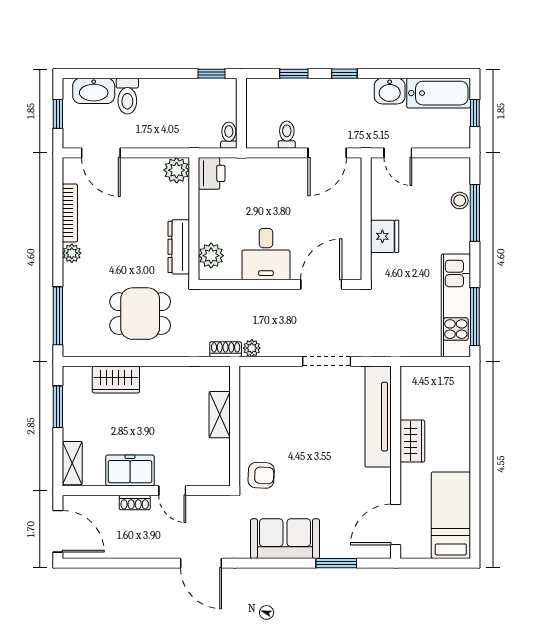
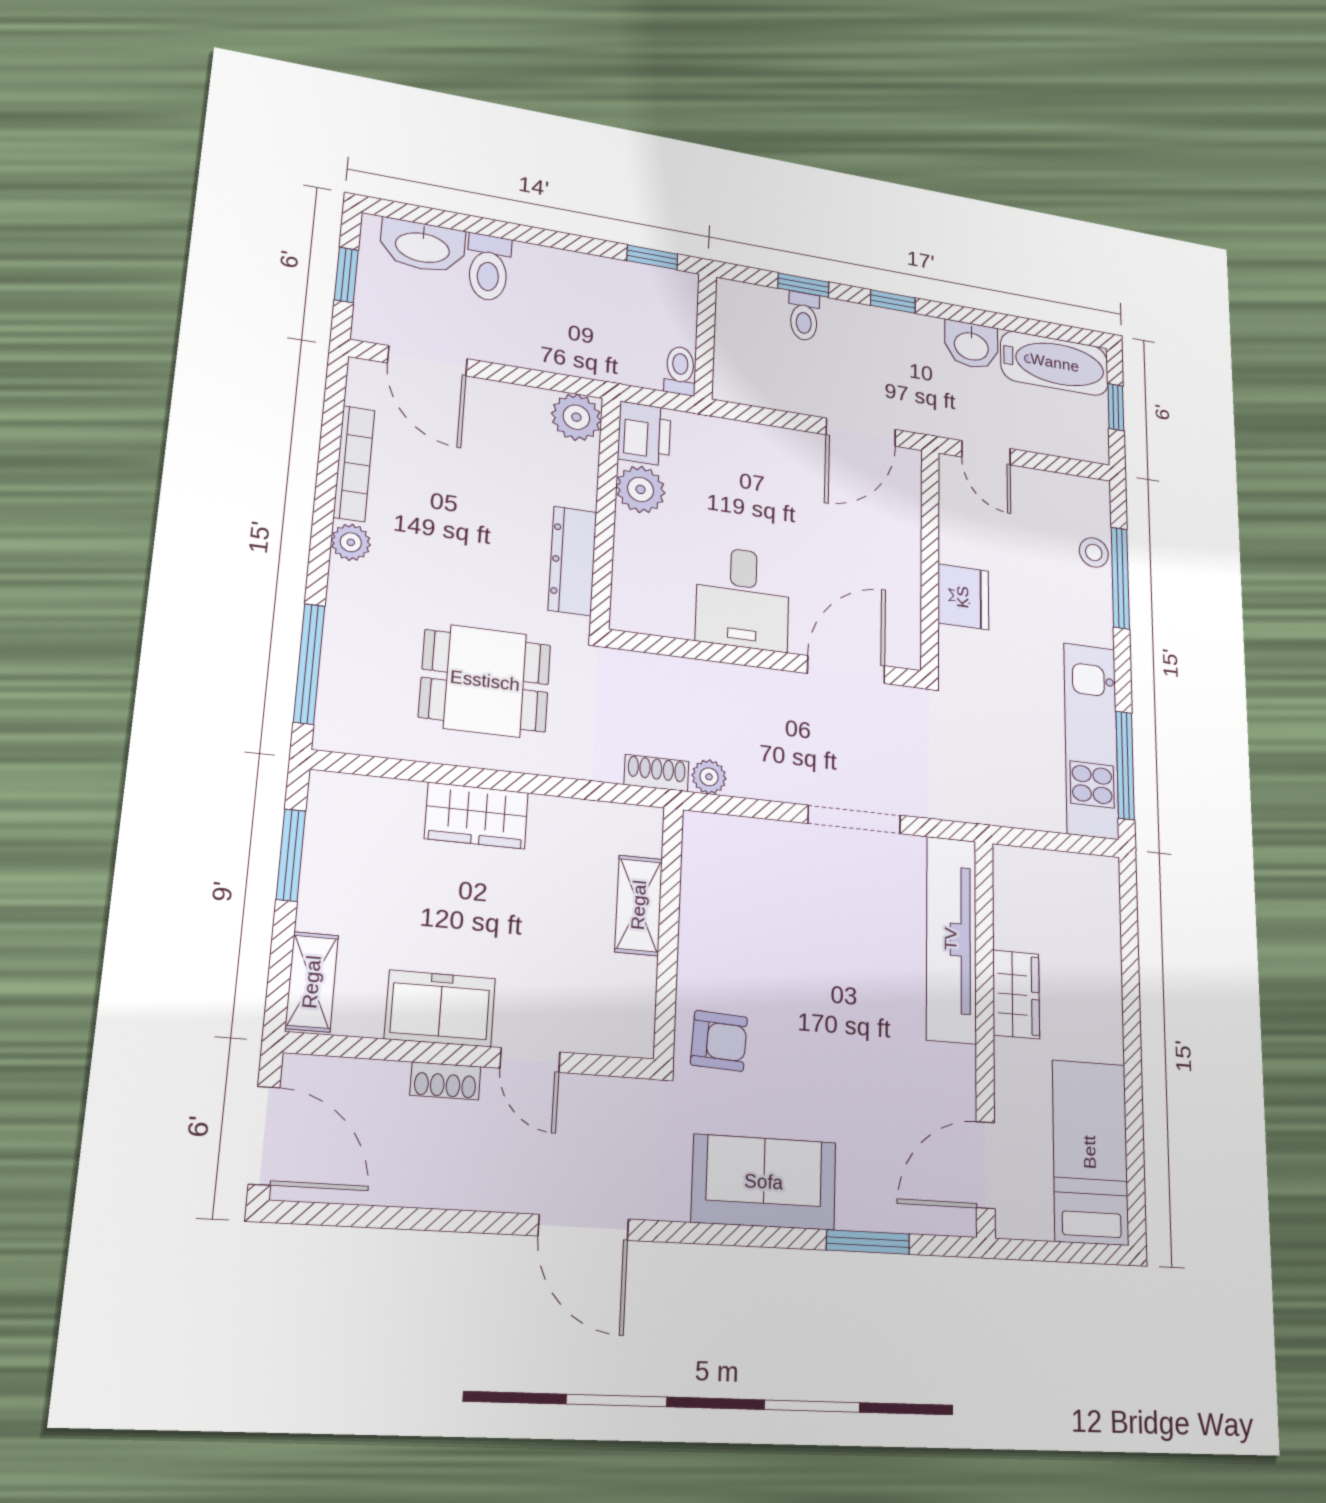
toilet: (287, 135) -> (804, 316), moved, turned 180
plant: (211, 256) -> (641, 489), moved
wardrobe: (116, 379) -> (477, 816), moved

